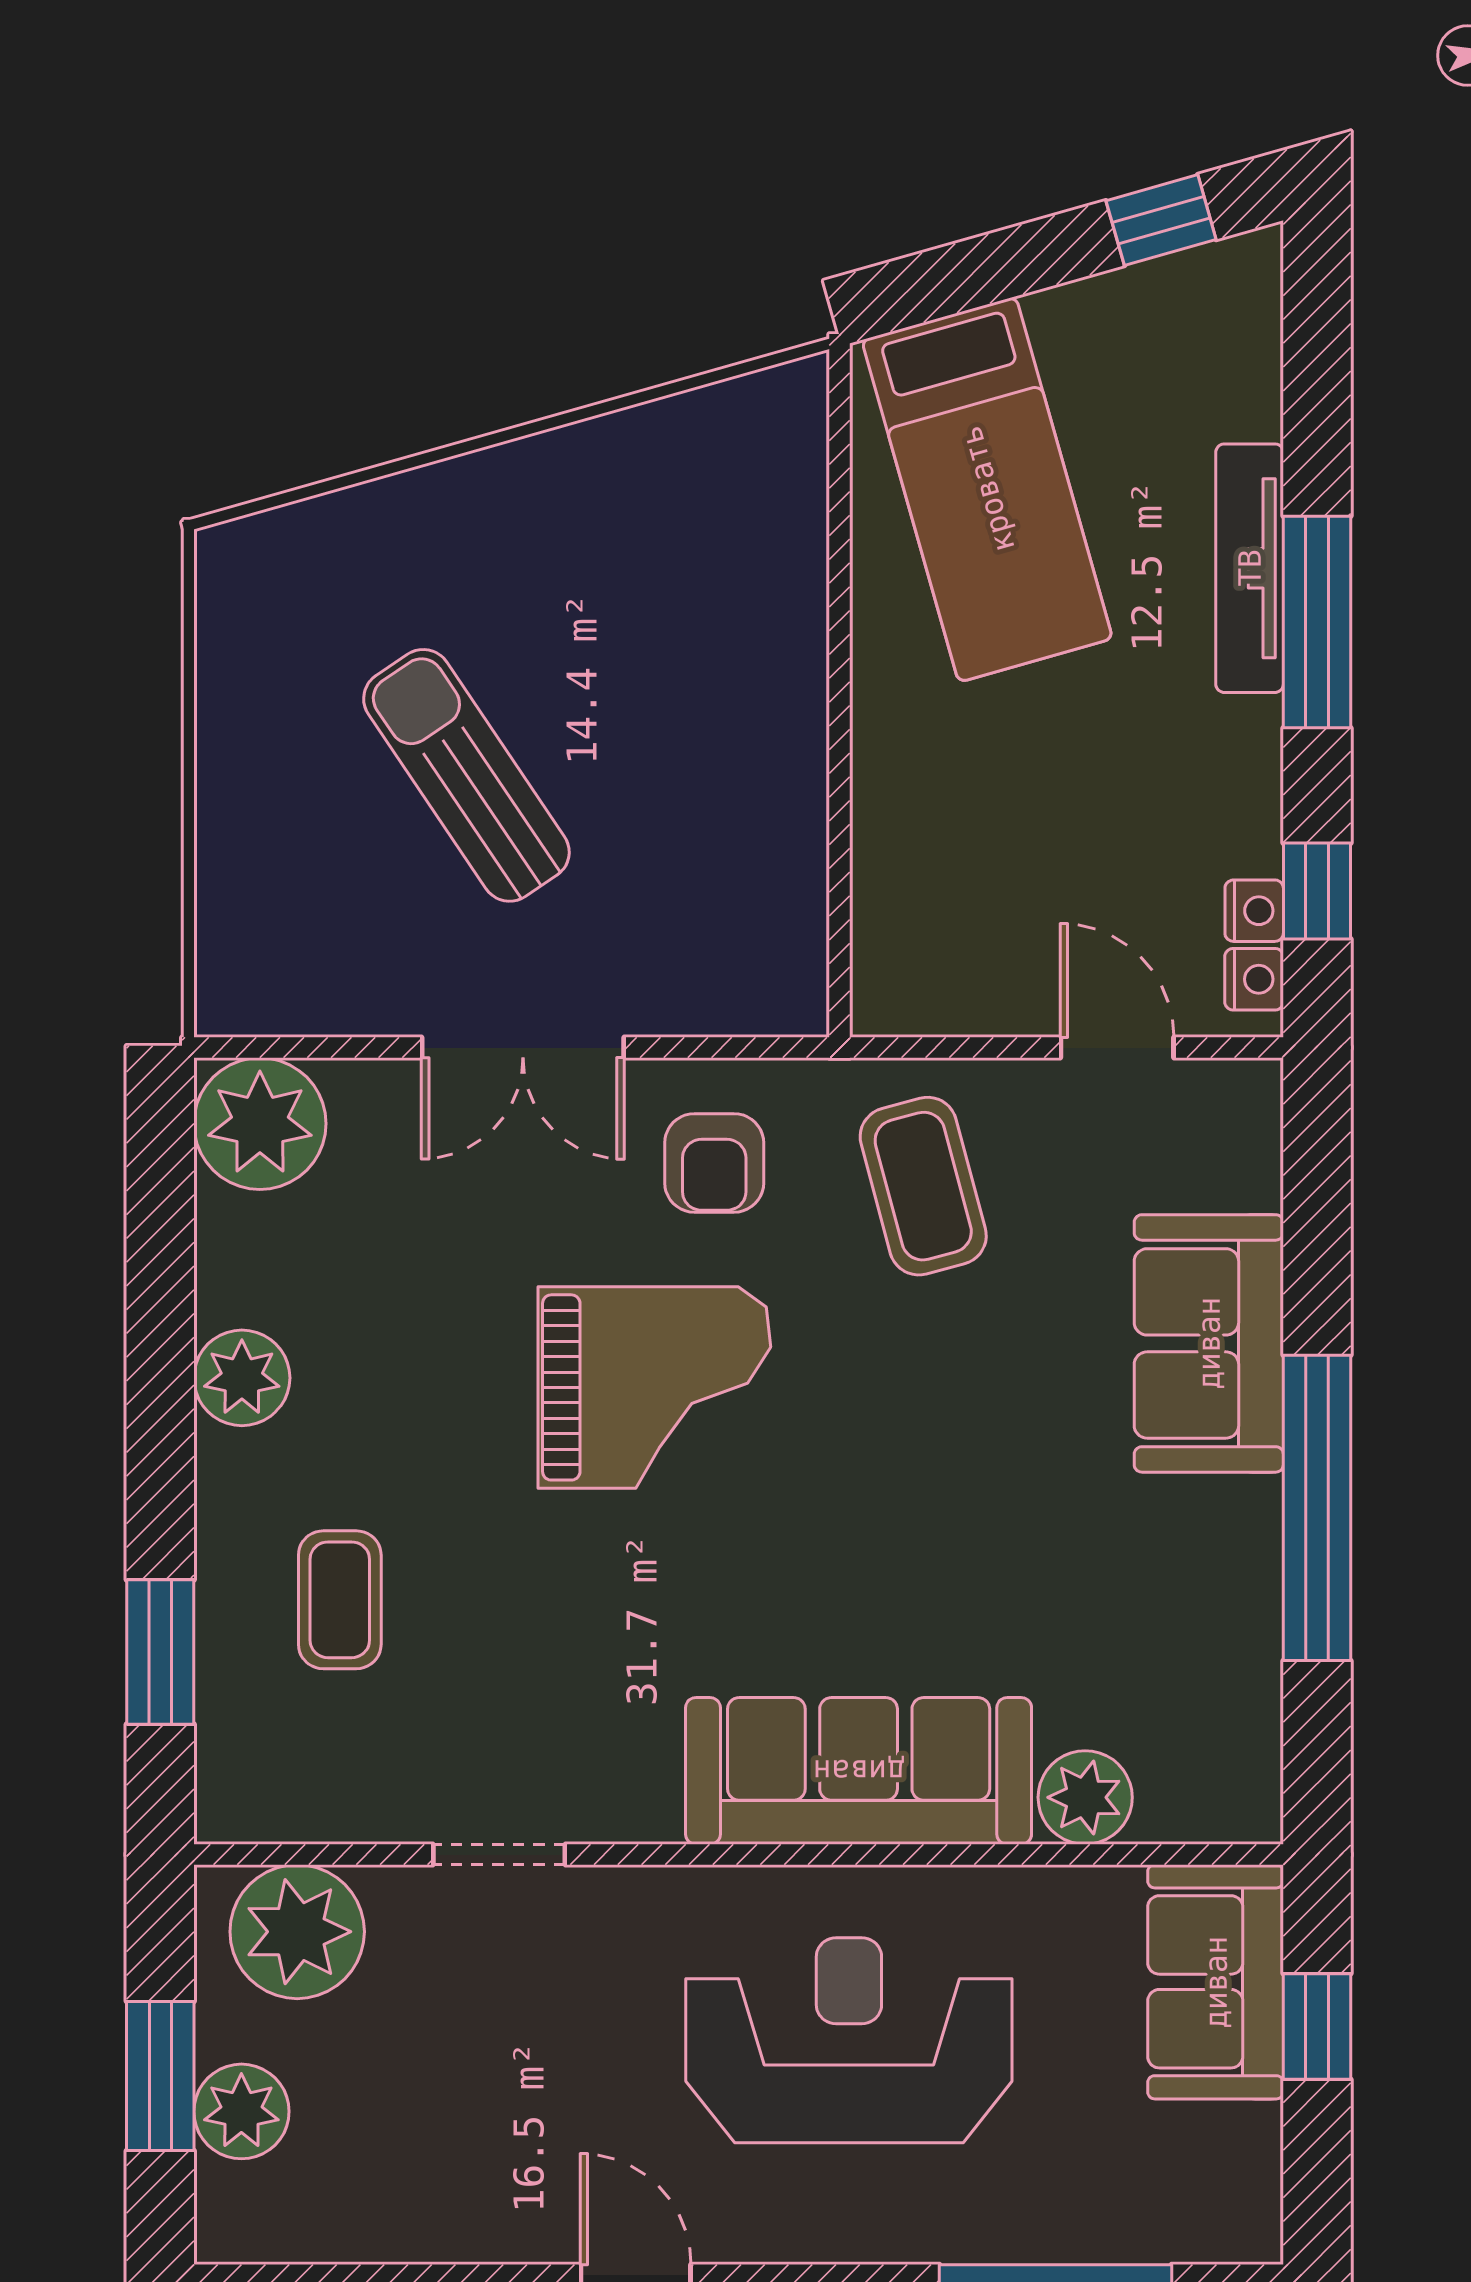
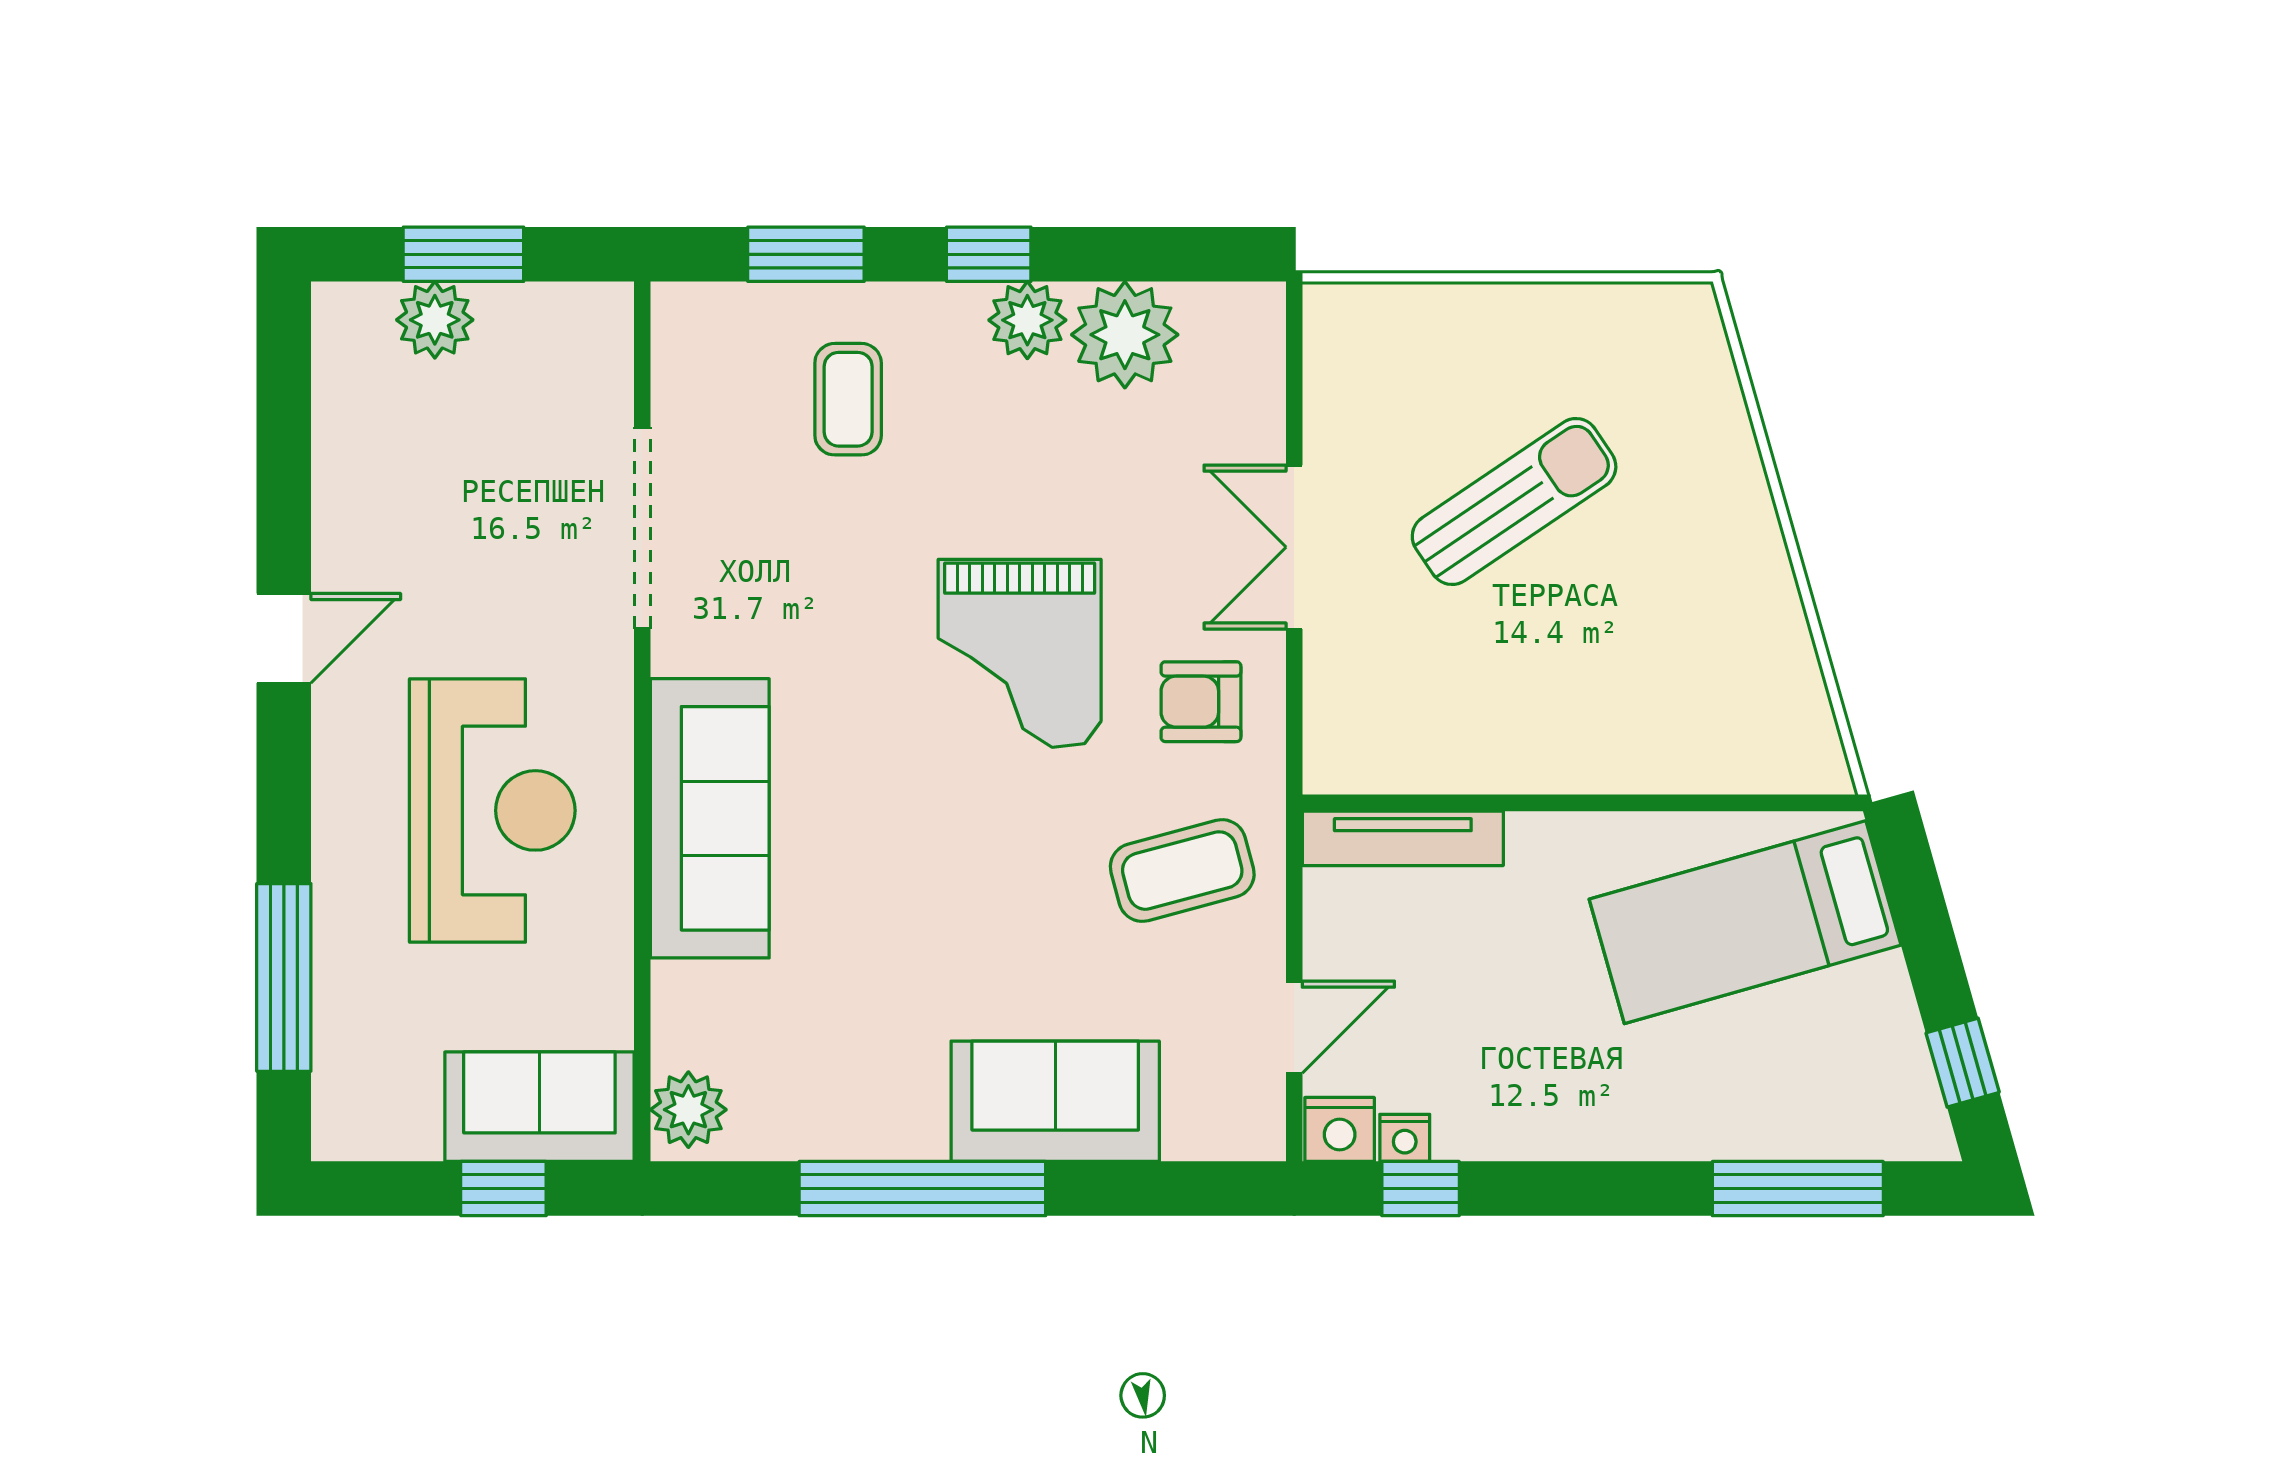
tv unit: (1250, 568) -> (1403, 838), moved, turned 180
window: (1317, 622) -> (1798, 1189), moved
nightstand: (1254, 979) -> (1340, 1129), width x1.39, depth x1.35
plant: (260, 1124) -> (1125, 335), moved
window: (160, 1426) -> (989, 254), added
coffee table: (340, 1600) -> (848, 399), turned 90
plant: (1085, 1797) -> (688, 1110), moved
doorway: (499, 1855) -> (642, 528), width x1.88
plant: (297, 1932) -> (580, 365), removed

